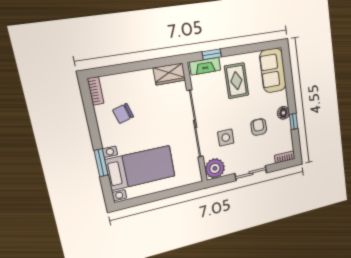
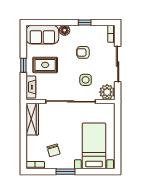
window: (212, 54) -> (23, 65), moved
wardrobe: (169, 74) -> (32, 119), width x1.50
floor lamp: (283, 113) -> (65, 30), moved
window: (101, 163) -> (65, 172), moved
sliding door: (251, 173) -> (118, 64), width x1.37

